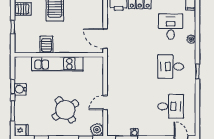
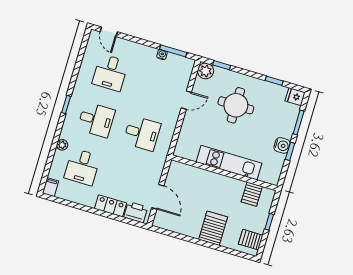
door: (105, 39) -> (158, 197), moved
server rack: (47, 45) -> (252, 194), moved
desk: (132, 66) -> (142, 133), added
desk: (171, 106) -> (110, 73), turned -90
round table: (65, 110) -> (236, 105), turned 34

